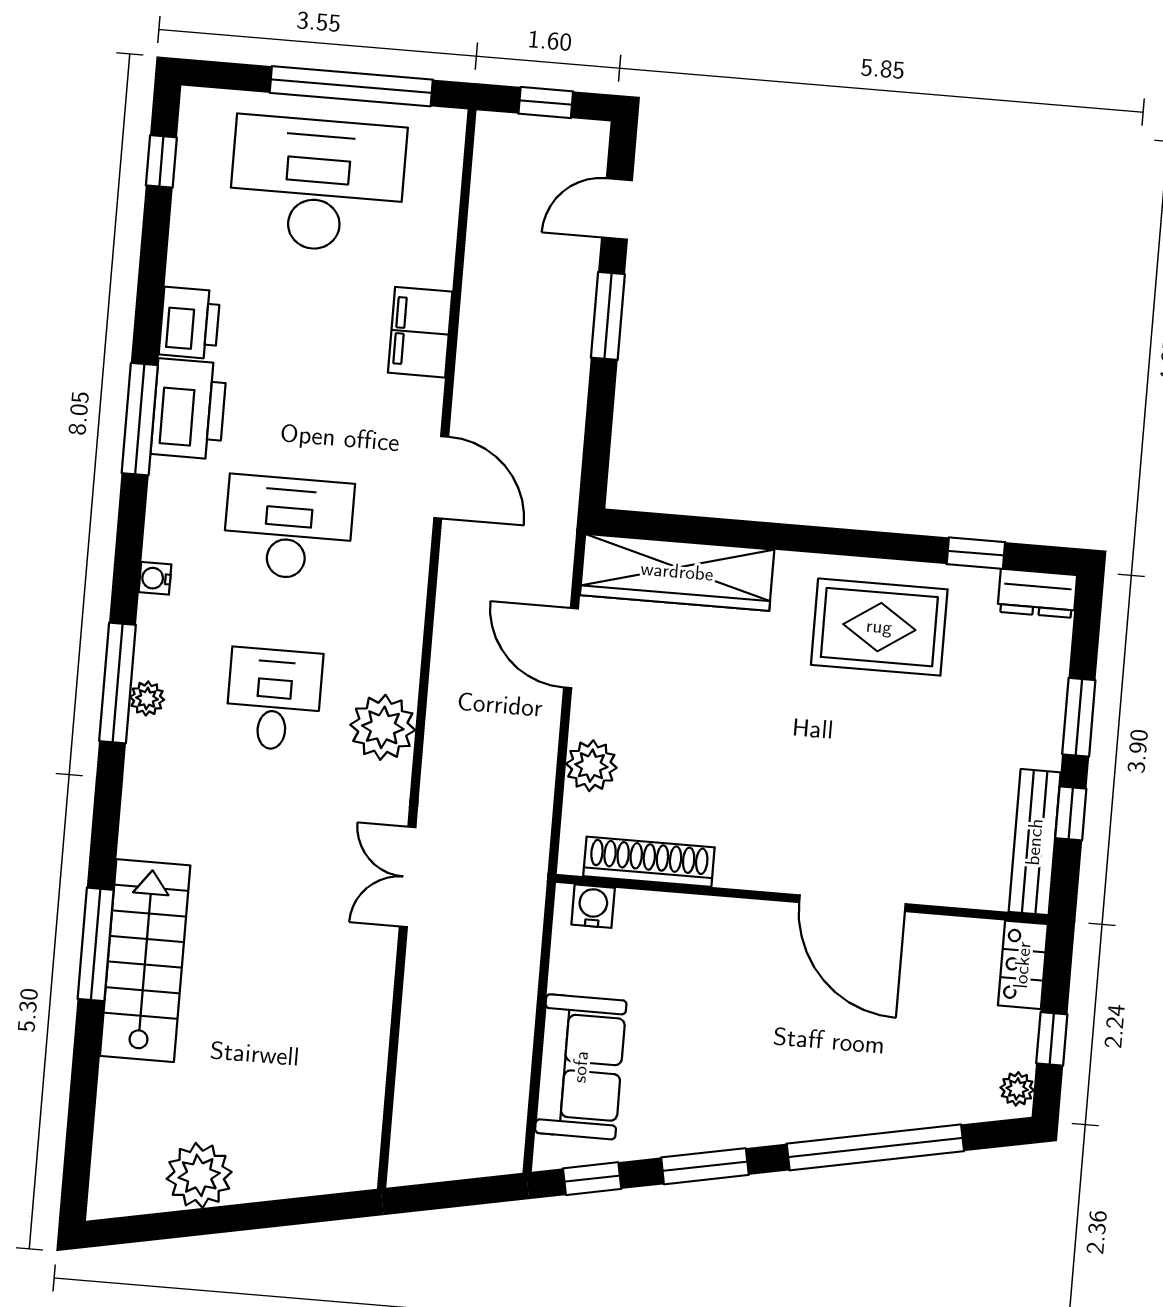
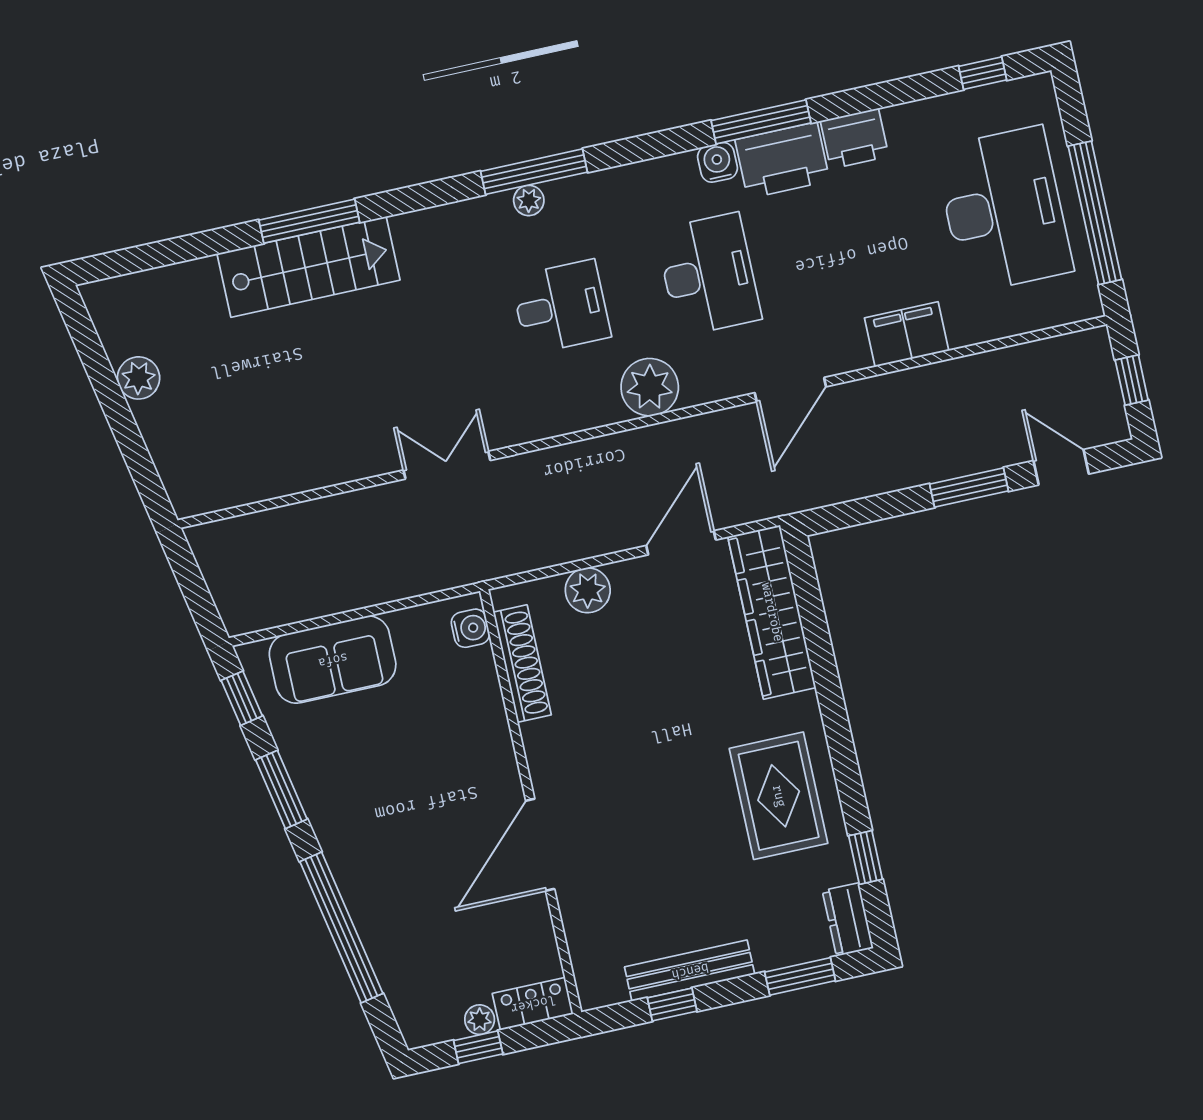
water cooler: (155, 578) -> (717, 162), moved, width x1.38, depth x1.38
window: (1079, 717) -> (800, 976), moved
plant: (383, 727) -> (650, 387), moved
bench: (1035, 842) -> (690, 971), moved
plant: (1017, 1089) -> (480, 1020), moved
plant: (199, 1175) -> (139, 378), width x0.73, depth x0.73

